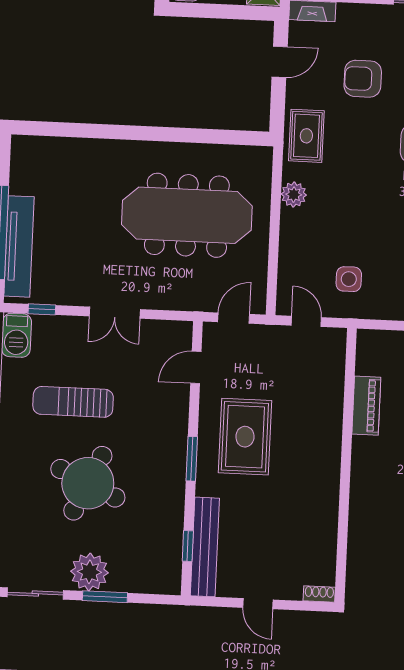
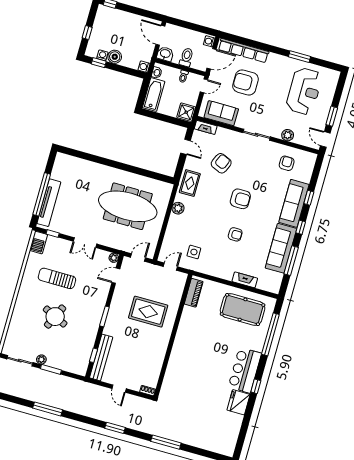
door: (280, 62) -> (186, 147), hinge flipped
armchair: (363, 79) -> (221, 163), turned 113
door: (306, 321) -> (170, 267), hinge flipped
plant: (183, 331) -> (114, 258), added
piano: (366, 406) -> (194, 293), moved
rug: (245, 437) -> (148, 312), moved, turned 90
round table: (88, 483) -> (55, 317), width x0.73, depth x0.73
plant: (89, 572) -> (41, 360), width x0.53, depth x0.53

